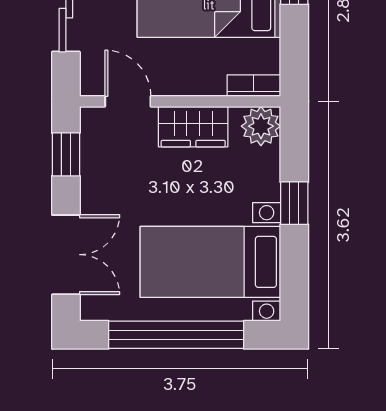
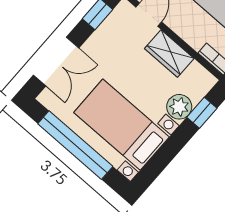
plant: (261, 126) -> (179, 107), moved
window: (294, 203) -> (202, 113), moved

